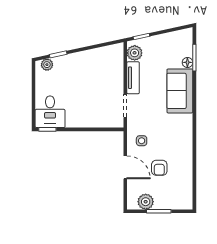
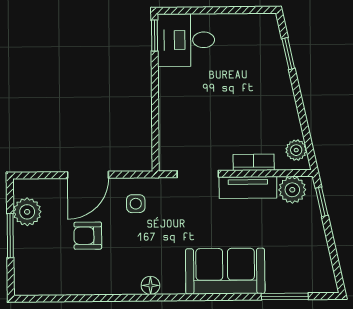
floor lamp: (187, 62) -> (150, 285), moved
plant: (47, 65) -> (296, 150), moved
bookcase: (119, 74) -> (254, 162), added

